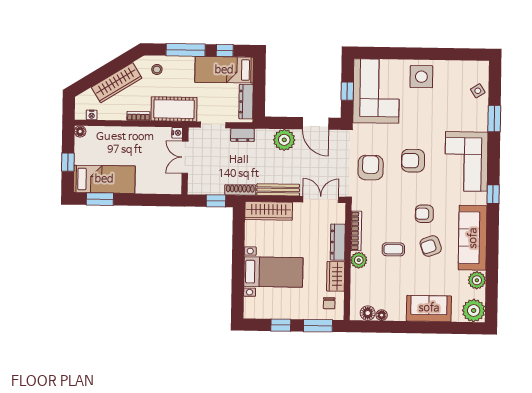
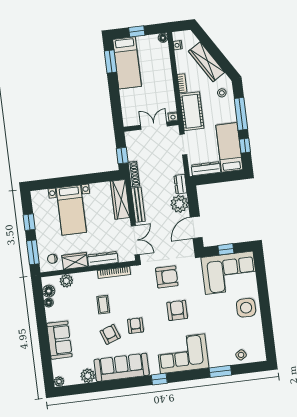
dresser: (242, 135) -> (180, 184), moved
plant: (359, 260) -> (66, 281), moved
plant: (474, 310) -> (59, 381), width x0.53, depth x0.53

